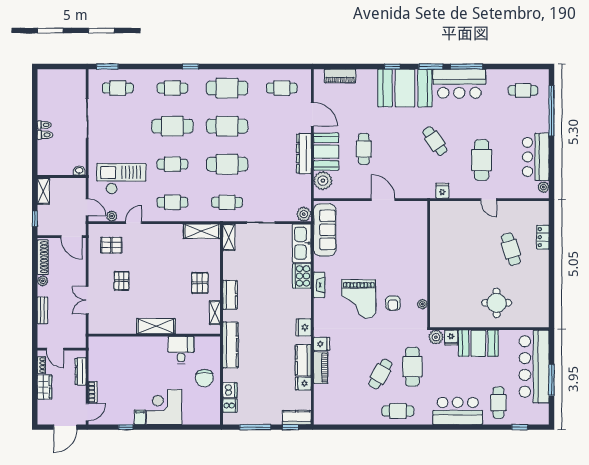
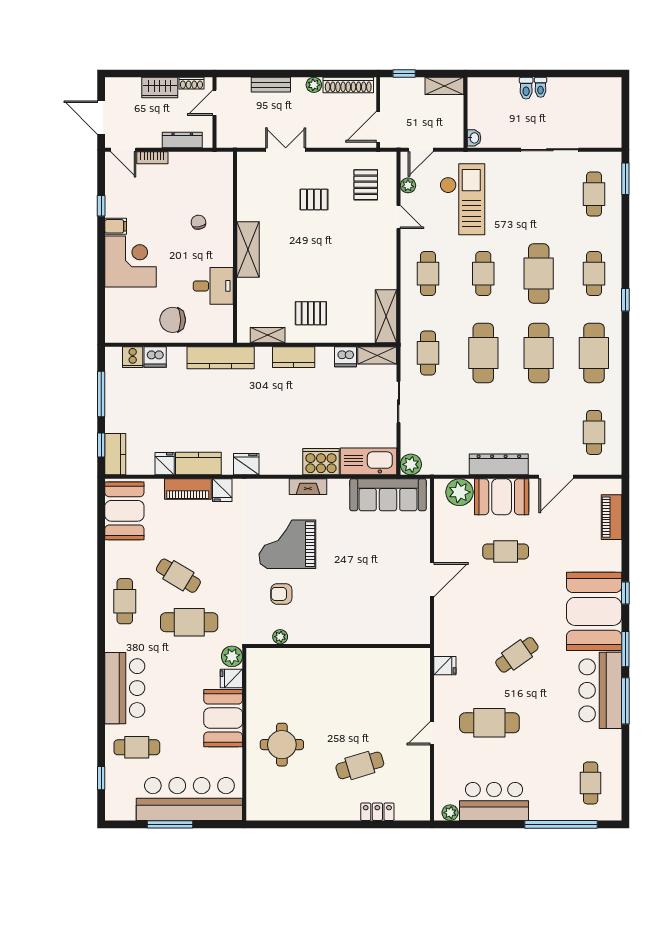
dishwasher: (230, 259) -> (346, 357), added
chair: (137, 360) -> (198, 222), added
booth: (336, 411) -> (124, 511), added

